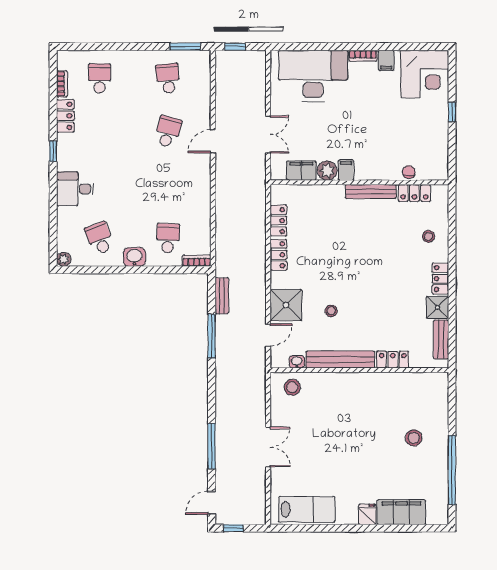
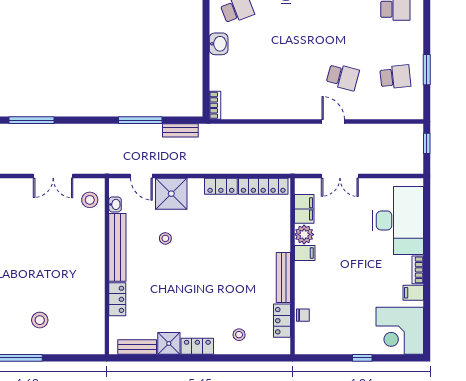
window: (185, 47) -> (427, 70), moved
locker: (278, 221) -> (263, 186), width x1.53
school desk: (168, 238) -> (237, 77), removed
double door: (268, 447) -> (53, 176), moved

